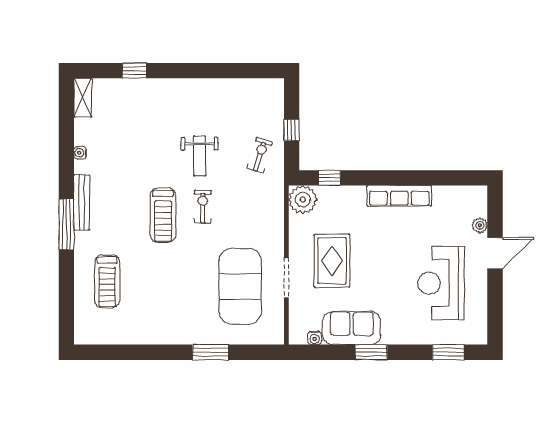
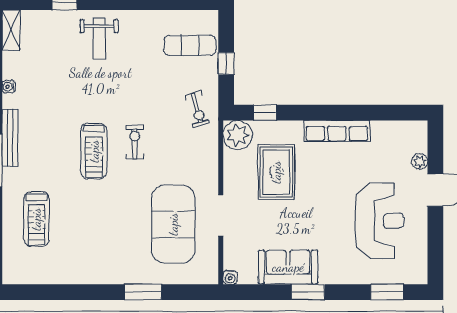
exercise mat: (256, 112) -> (190, 45), added
exercise bike: (260, 155) -> (197, 109), moved, turned 148
weight bench: (200, 156) -> (99, 39), moved
rug: (332, 261) -> (276, 172), moved
reception desk: (441, 283) -> (380, 221), turned 180
water cooler: (315, 338) -> (230, 277), moved

